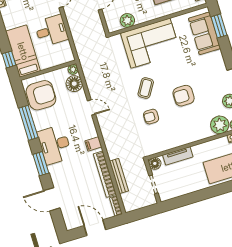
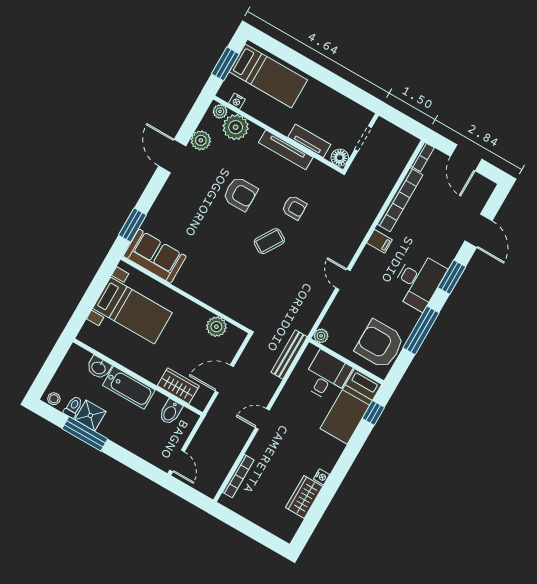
desk: (51, 31) -> (327, 376), moved, turned 90
sofa: (205, 33) -> (155, 256), moved, turned -90
corner sofa: (151, 43) -> (217, 280), removed
floor lamp: (74, 84) -> (335, 321), removed
tv unit: (184, 140) -> (286, 150), added
bench: (119, 176) -> (289, 354), moved

